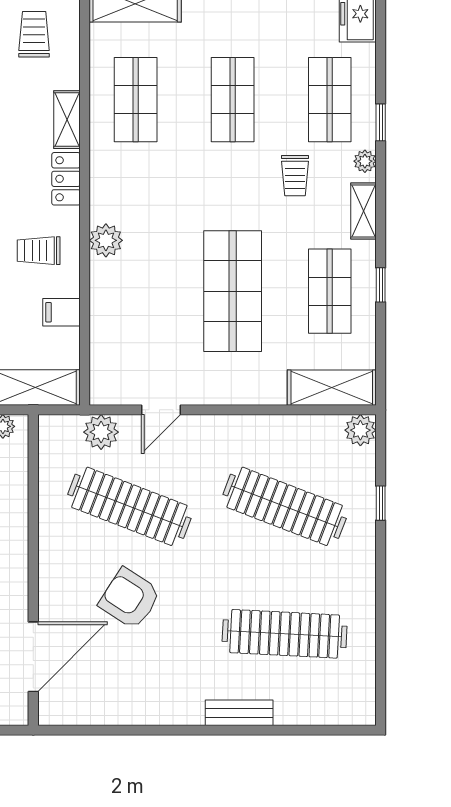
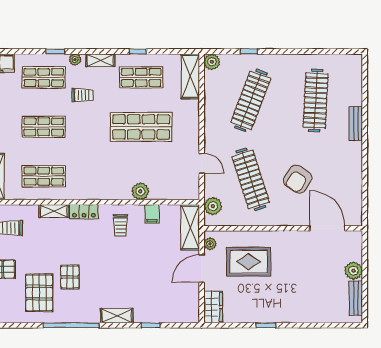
plant: (106, 240) -> (140, 191), moved
plant: (101, 432) -> (213, 206), moved
clothes rail: (129, 506) -> (251, 179), turned -39

